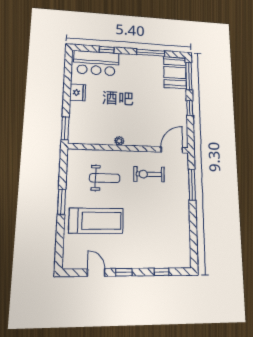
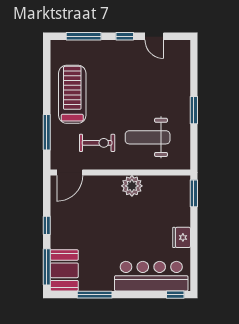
window: (107, 50) -> (175, 295), moved
bar counter: (96, 63) -> (151, 276), width x1.36
plant: (119, 141) -> (132, 186), width x1.87, depth x1.87
weight bench: (105, 178) -> (148, 137), width x1.36, depth x1.33
treadmill: (96, 221) -> (72, 94), moved, turned 90
window: (162, 272) -> (84, 36), width x2.17

